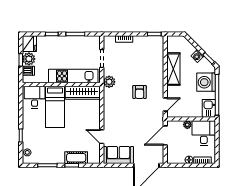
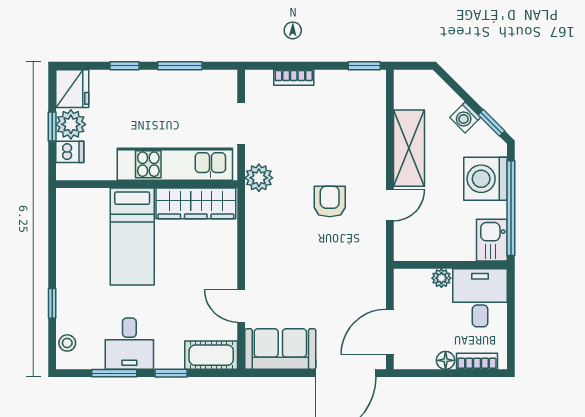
armchair: (140, 92) -> (330, 202), turned 180
desk: (35, 97) -> (129, 344), moved, turned 180
door: (165, 105) -> (390, 205), moved
door: (165, 135) -> (390, 332), moved
cot: (76, 158) -> (211, 355), moved

